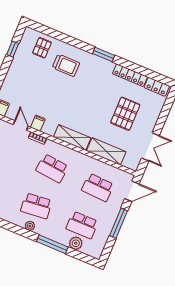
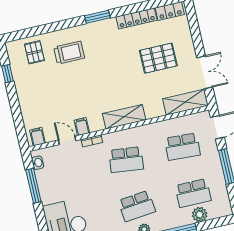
pallet: (125, 114) -> (158, 58), turned 90
shelving: (106, 151) -> (185, 102), moved

